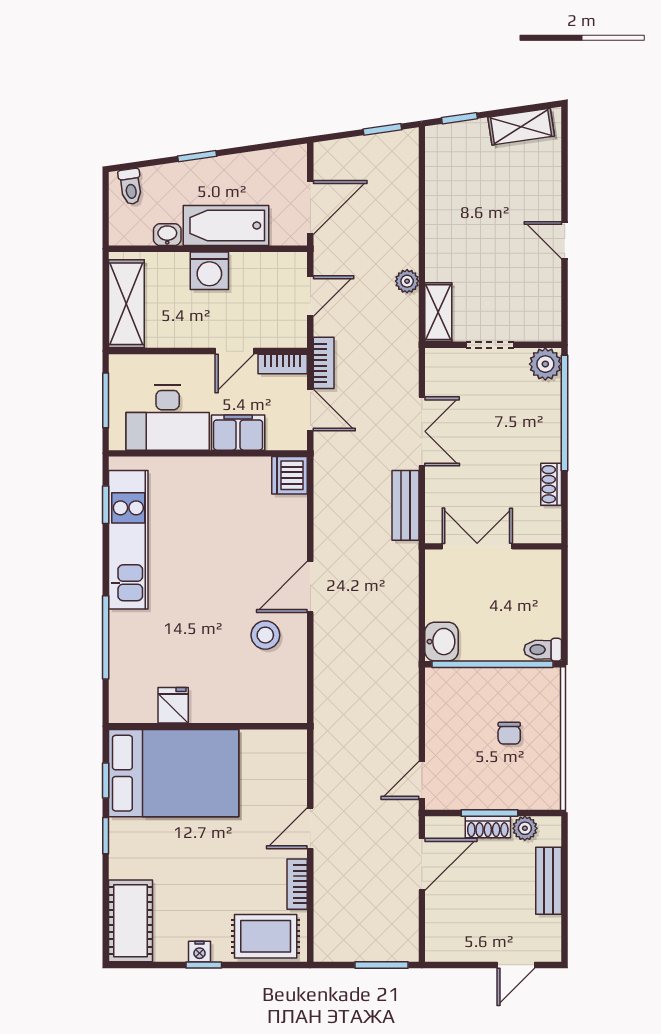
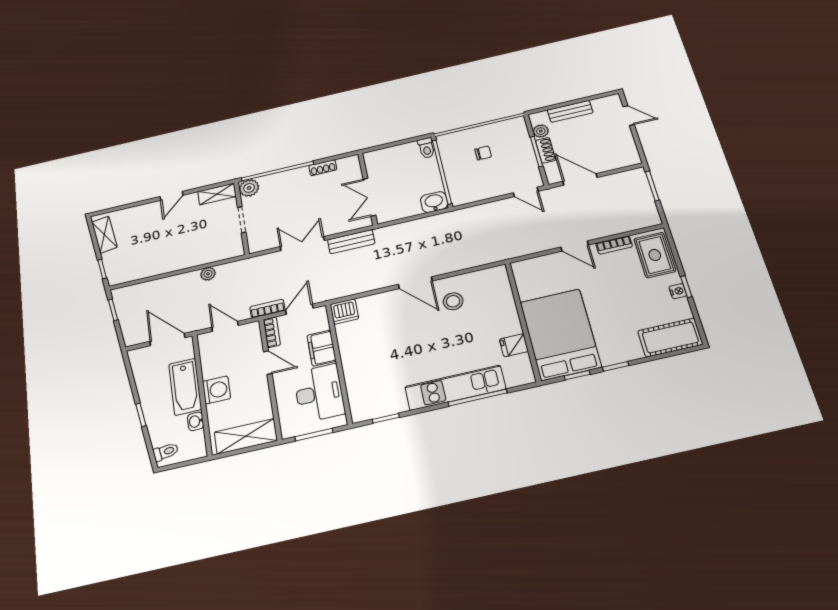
shelving: (438, 312) -> (217, 194), moved
kitchen unit: (128, 540) -> (455, 388), moved

